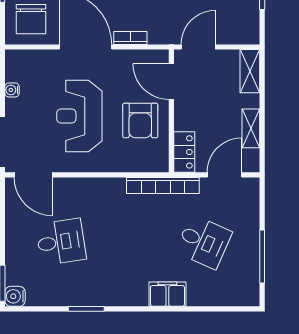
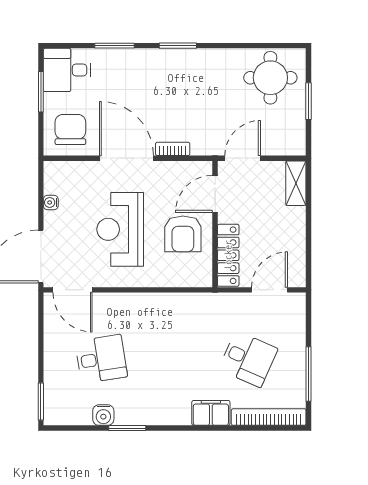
chair: (31, 19) -> (70, 130), turned 180
door: (171, 82) -> (215, 194), hinge flipped
shelving: (251, 128) -> (297, 242), removed
locker: (184, 152) -> (228, 255), width x1.53
bookcase: (163, 186) -> (269, 417), moved, turned 180
water cooler: (15, 296) -> (103, 415), moved, turned -90

